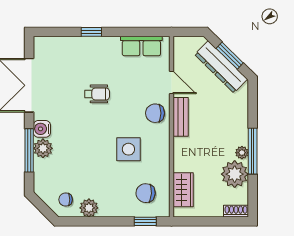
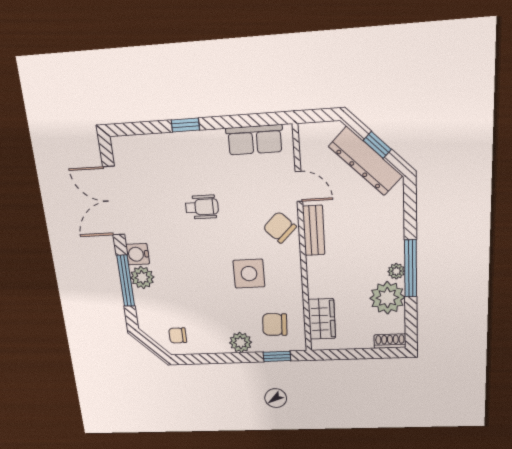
window: (230, 56) -> (377, 145), width x0.67
chair: (155, 113) -> (280, 227), turned 45
plant: (89, 208) -> (241, 343), moved

